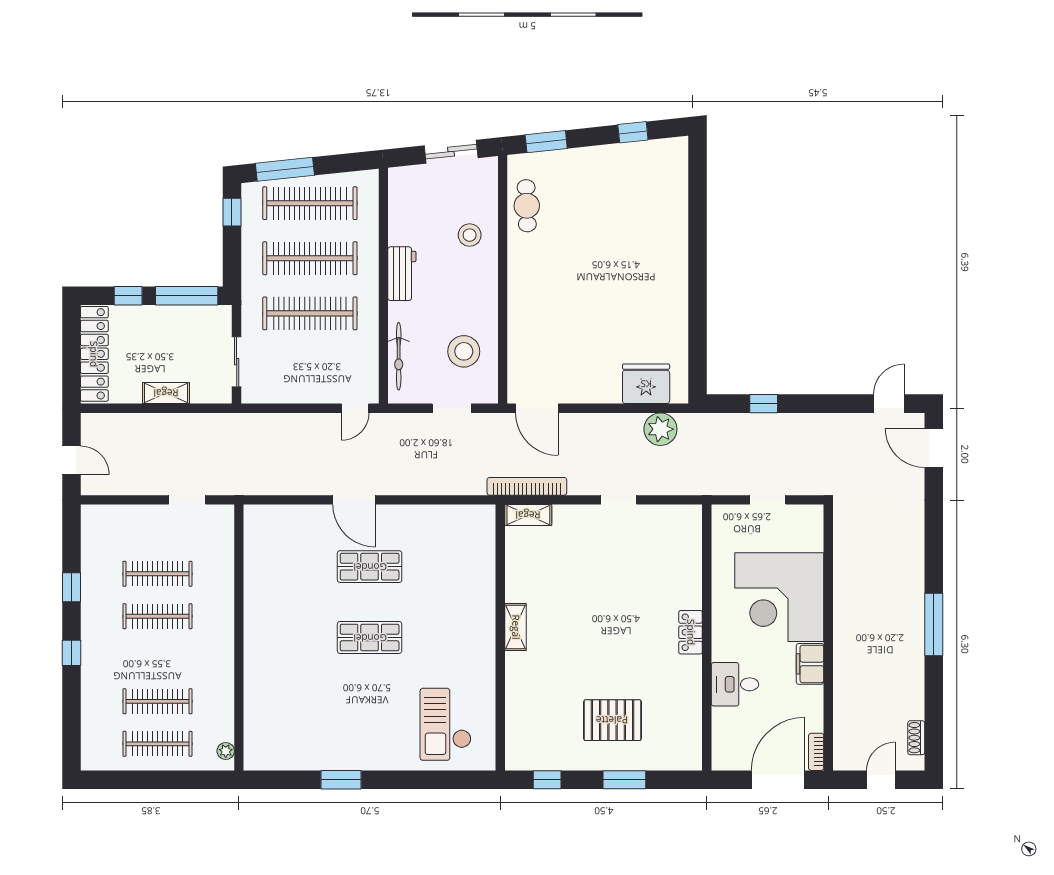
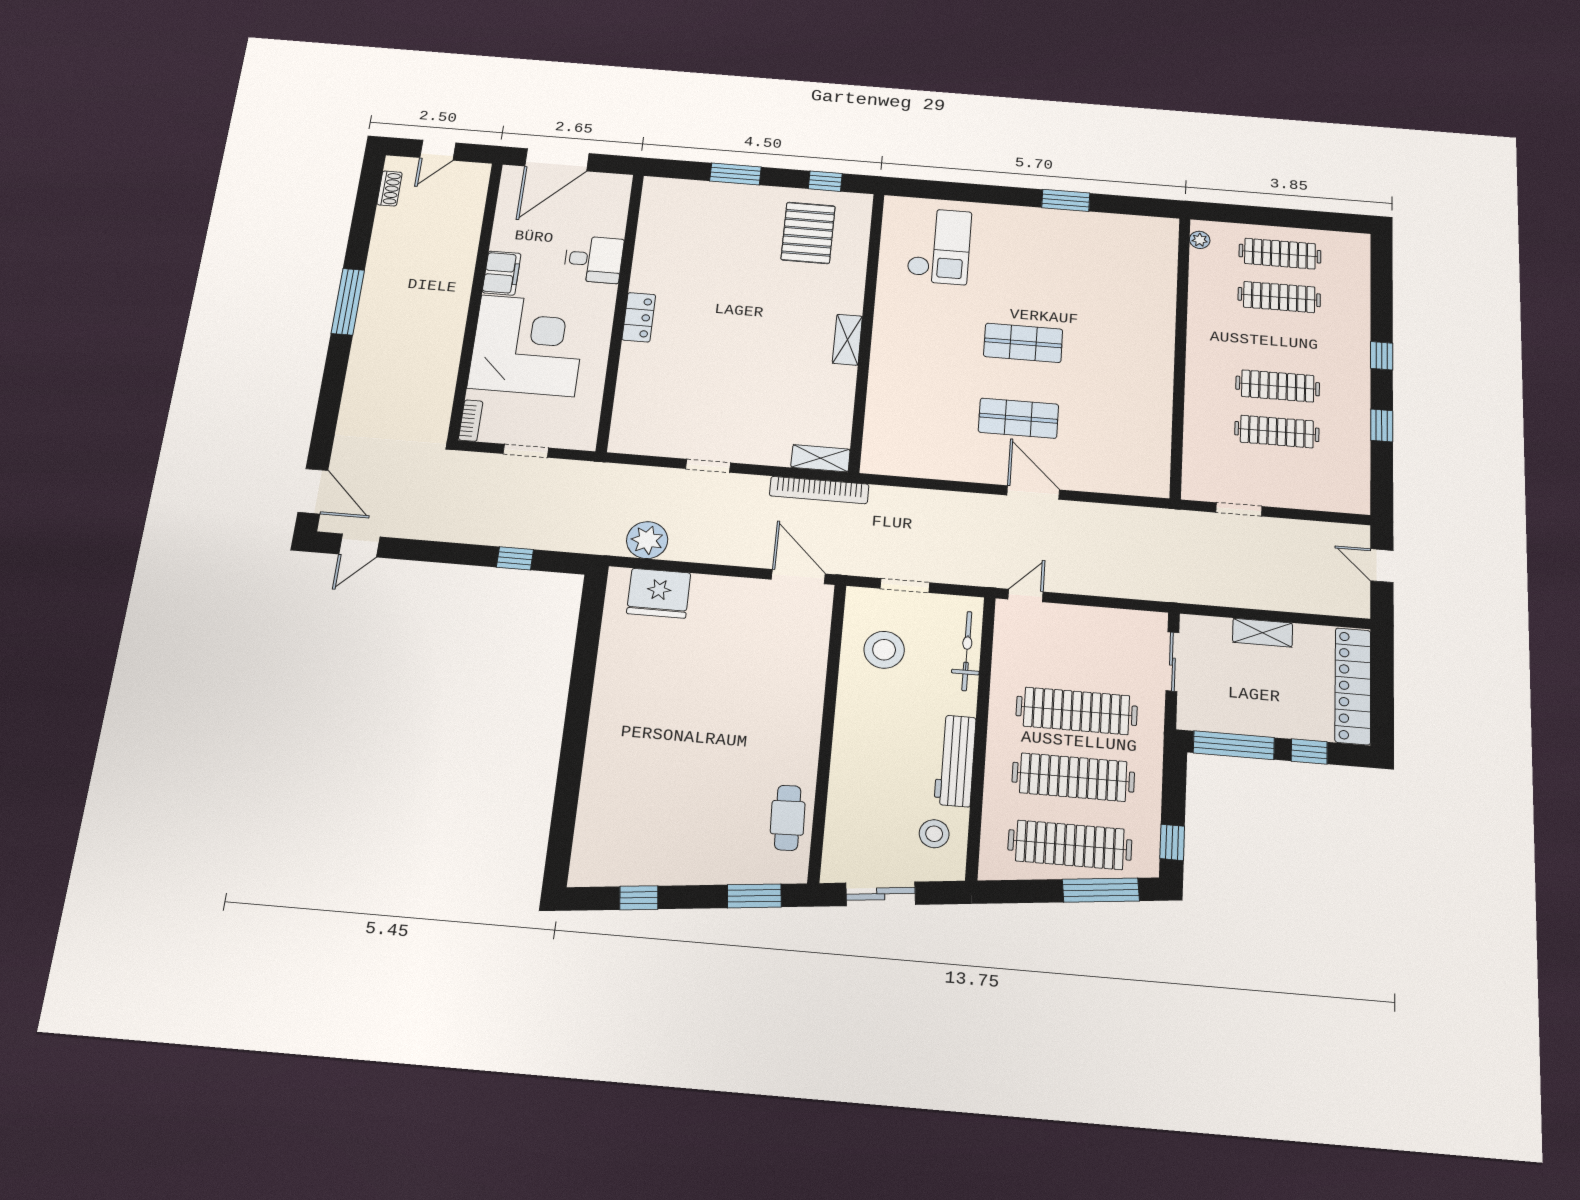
stool: (470, 235) -> (934, 834), moved
workbench: (402, 274) -> (955, 761), width x1.38
pallet: (612, 720) -> (808, 233), moved, turned 90
bookcase: (816, 752) -> (471, 421), moved

